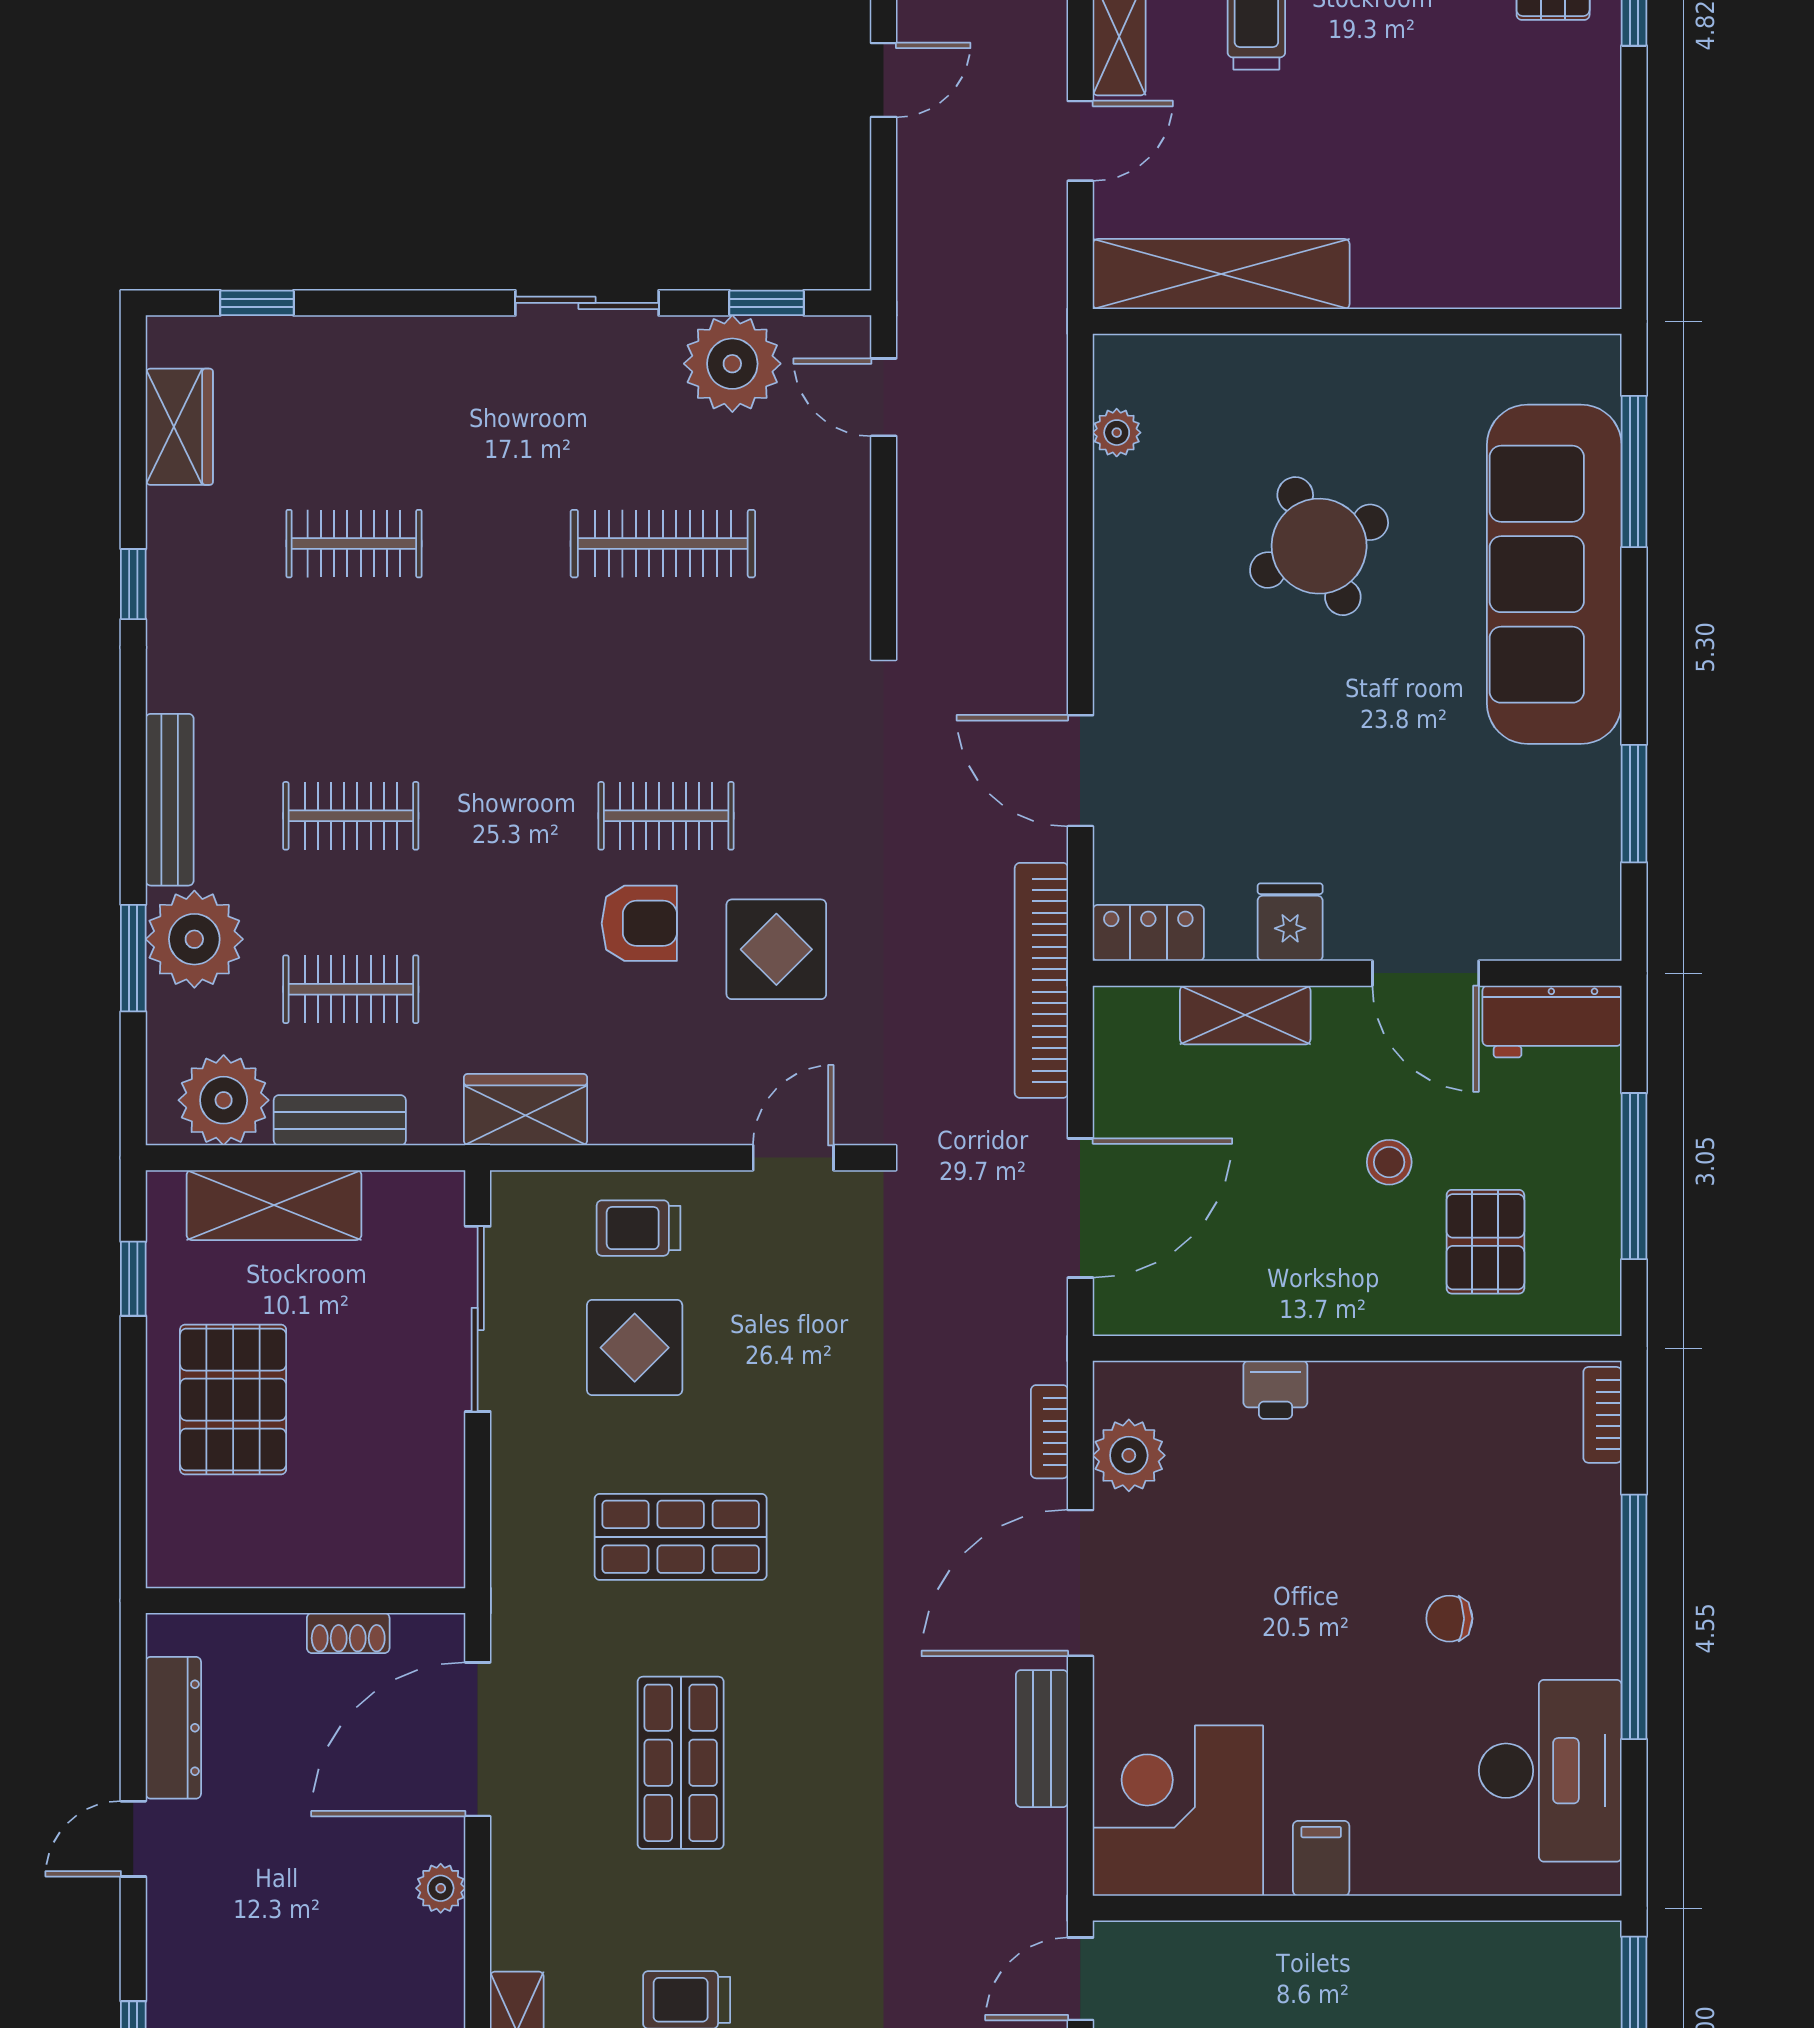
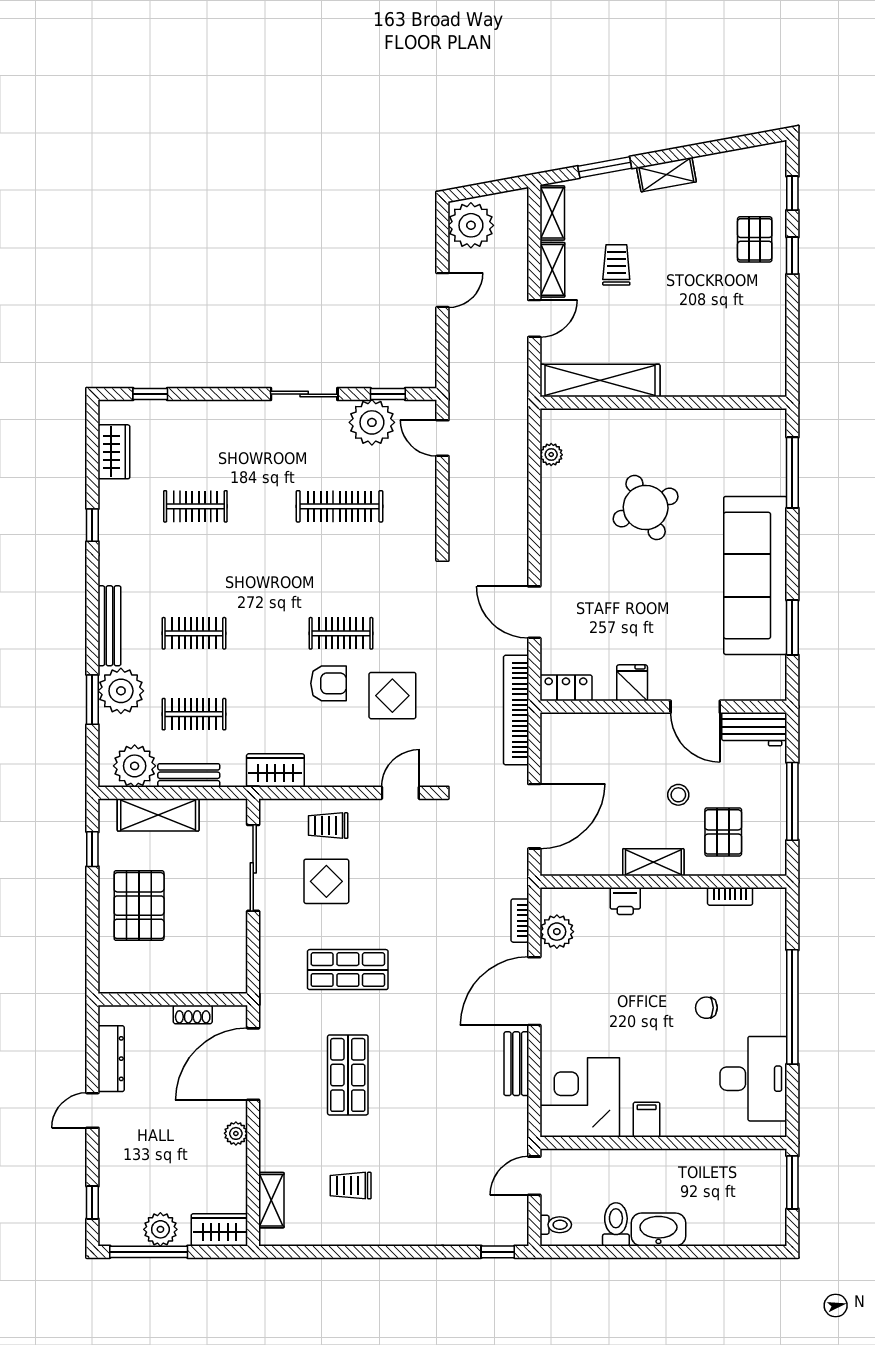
sofa: (1554, 574) -> (755, 575), moved
shelving: (1245, 1015) -> (653, 862), moved
bookcase: (1602, 1415) -> (730, 896), moved, turned -90

